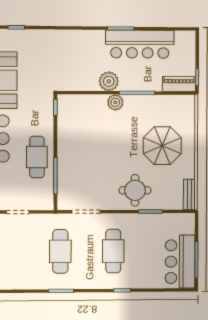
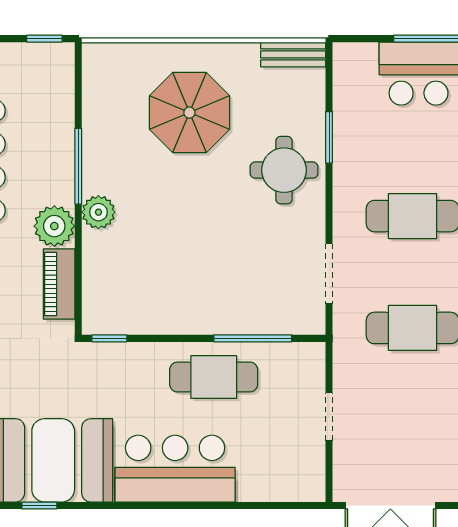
piano: (179, 84) -> (59, 284), moved

